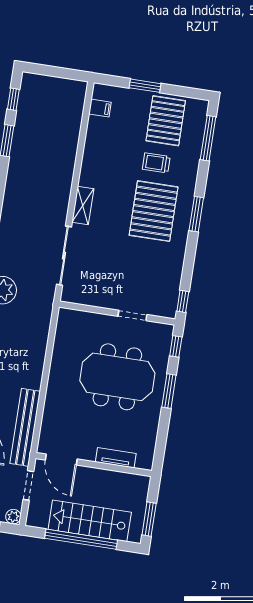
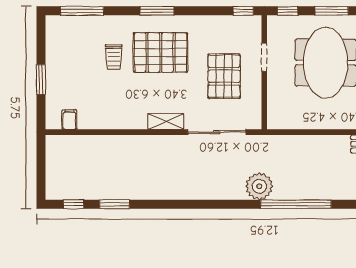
pallet: (166, 121) -> (224, 76), moved, turned 90

